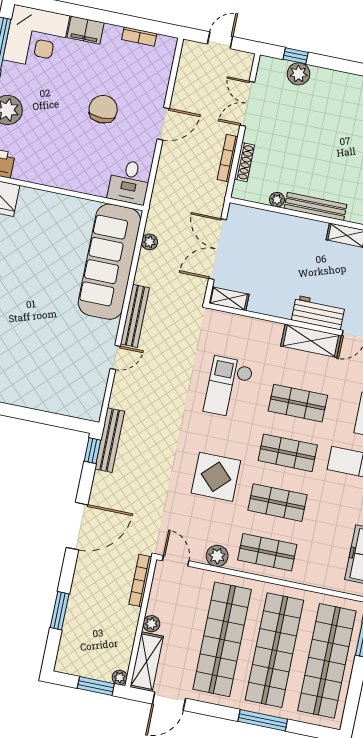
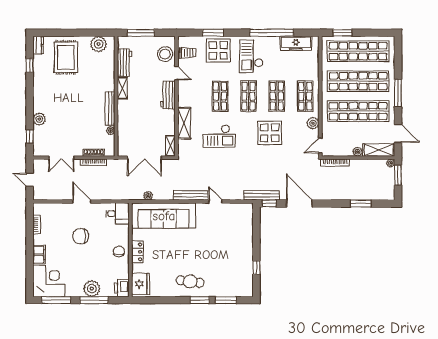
plant: (299, 74) -> (39, 119), moved
chair: (63, 171) -> (119, 251), added
locker: (55, 203) -> (137, 252), added
shelving: (311, 341) -> (184, 123), moved
door: (77, 526) -> (299, 204), moved
window: (263, 720) -> (398, 93), moved

